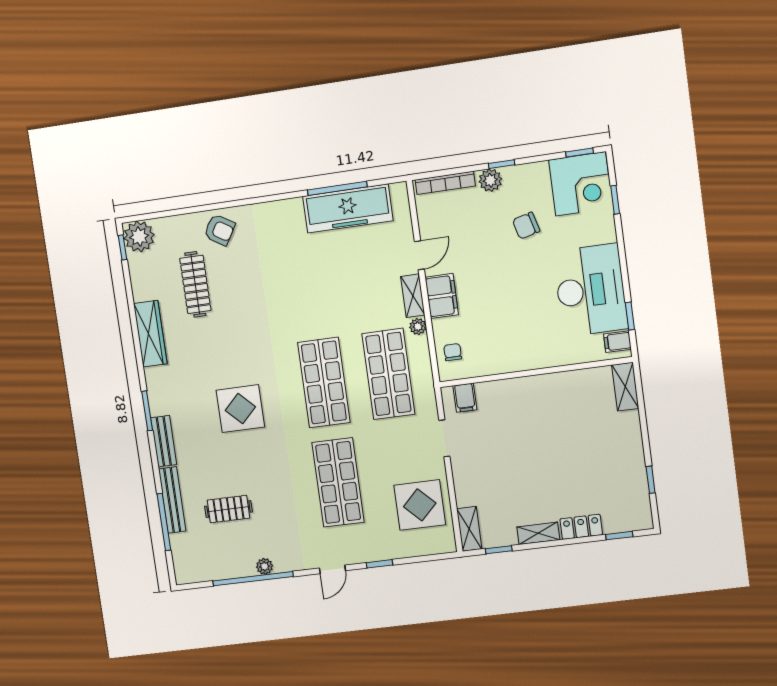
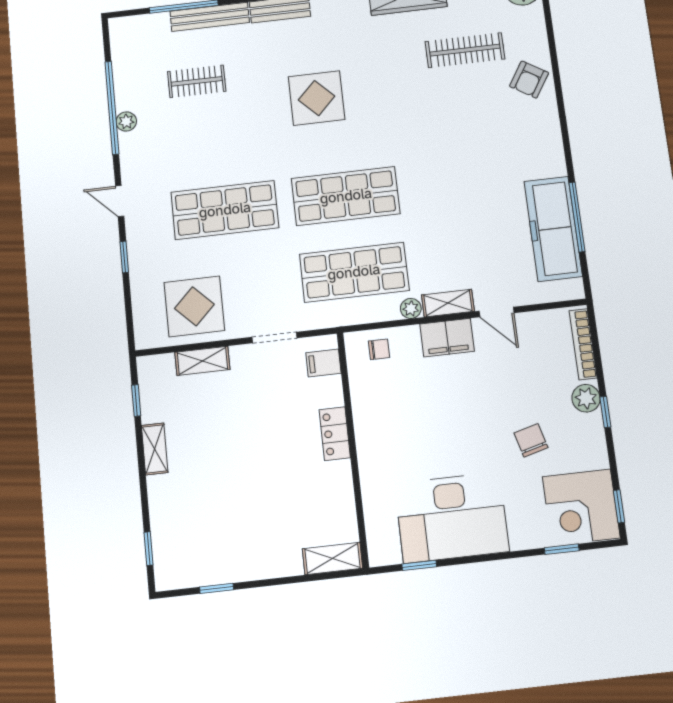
filing cabinet: (617, 342) -> (388, 550), removed
clothes rail: (228, 509) -> (197, 81), turned 90
locker: (581, 527) -> (335, 434), moved, turned 180
shelving: (469, 529) -> (202, 361), moved

